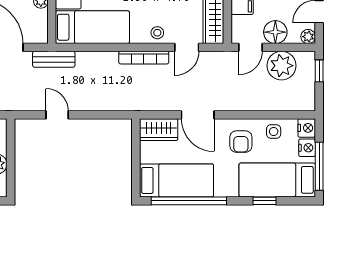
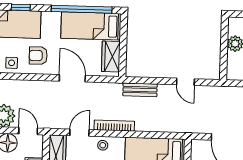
door: (250, 47) -> (28, 131), hinge flipped
bench: (54, 59) -> (140, 90), moved
wardrobe: (159, 130) -> (111, 57), moved, turned -90
armchair: (241, 142) -> (38, 56), turned -91

